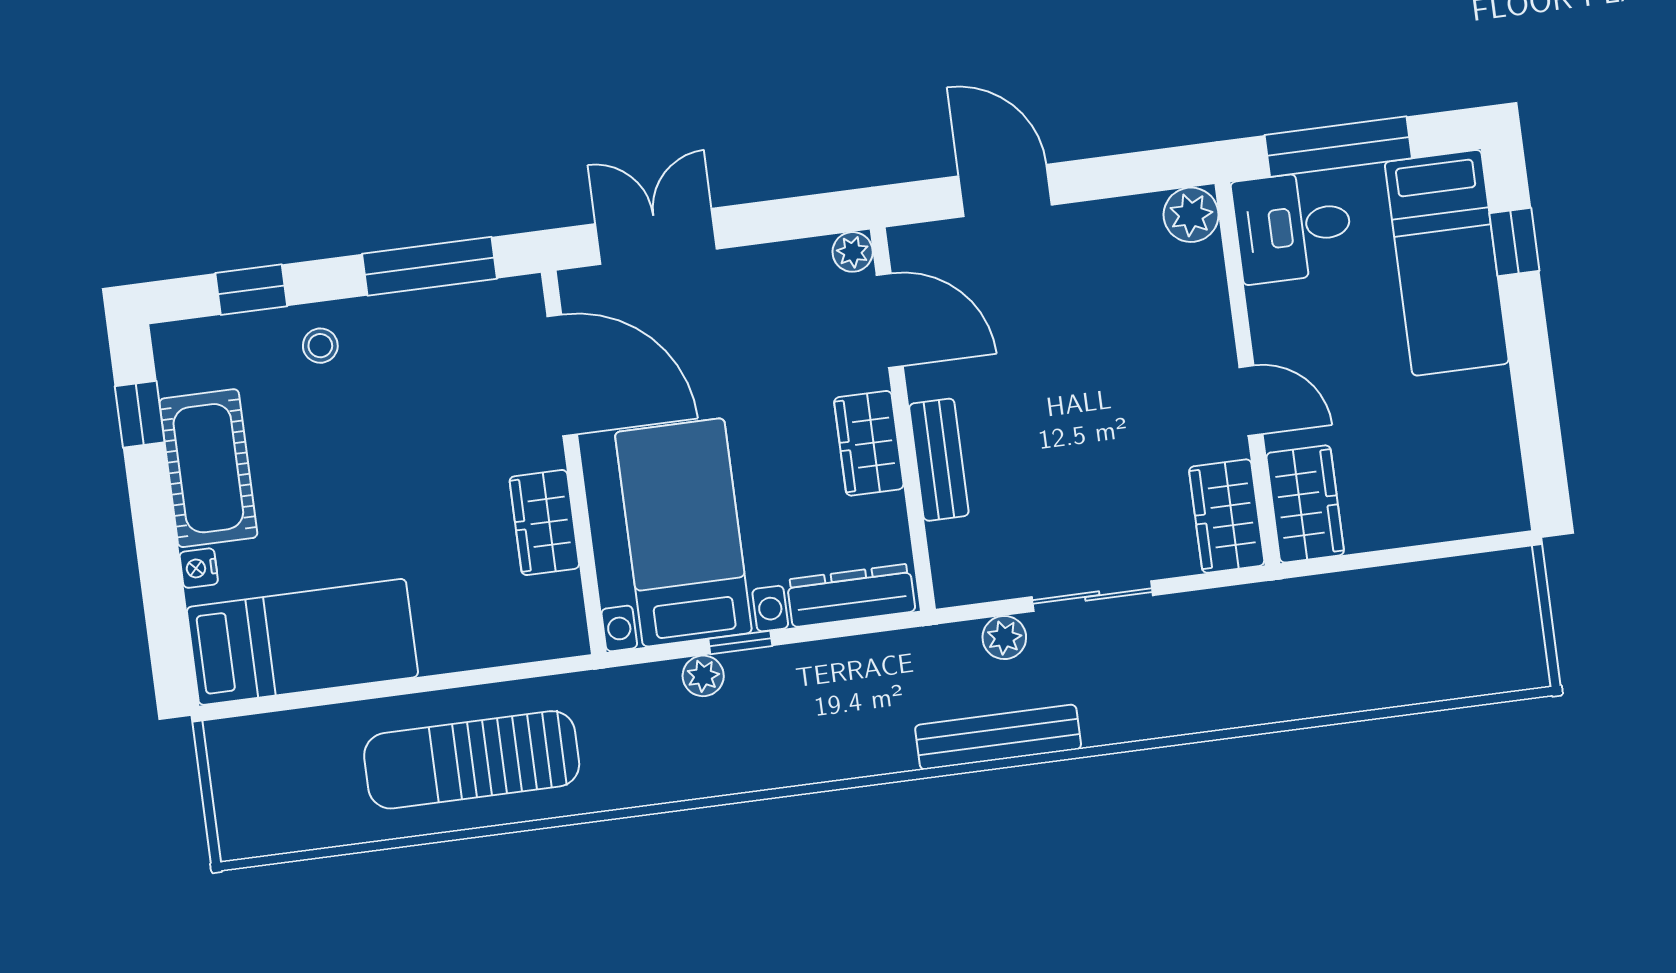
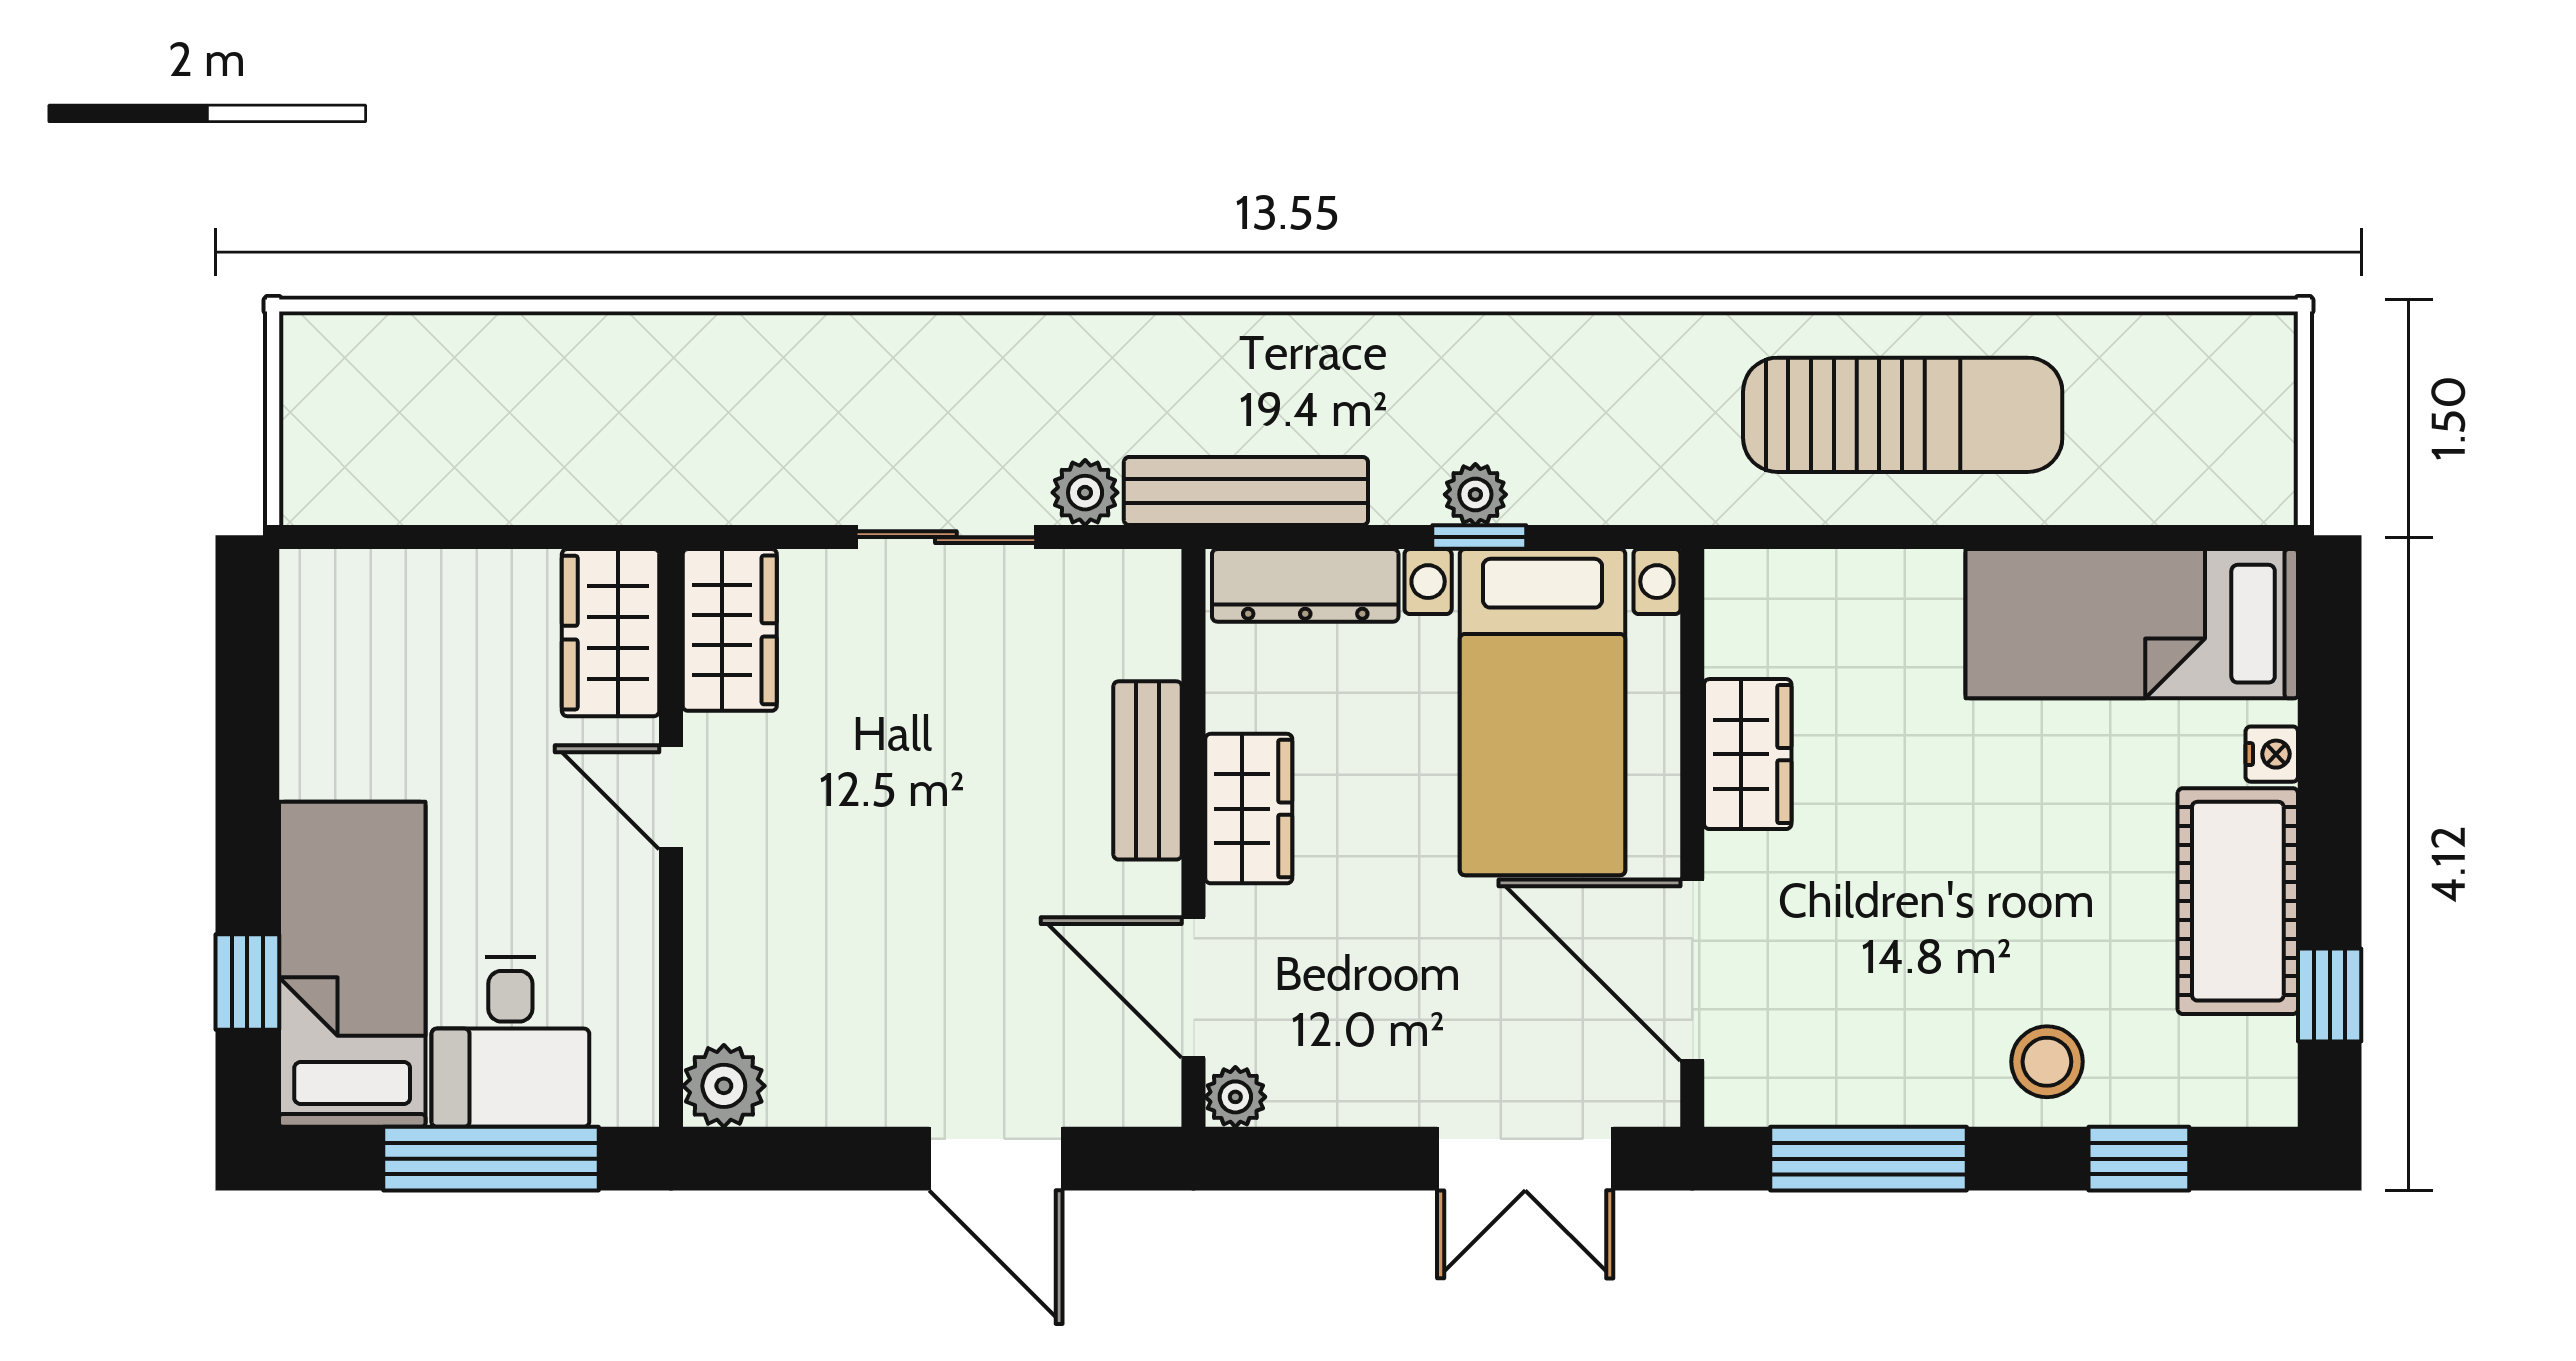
desk: (1293, 227) -> (510, 1042), moved, turned 90
stool: (320, 346) -> (2047, 1062), width x1.37, depth x1.37
plant: (703, 676) -> (1475, 494), moved
bench: (998, 737) -> (1246, 491), moved

